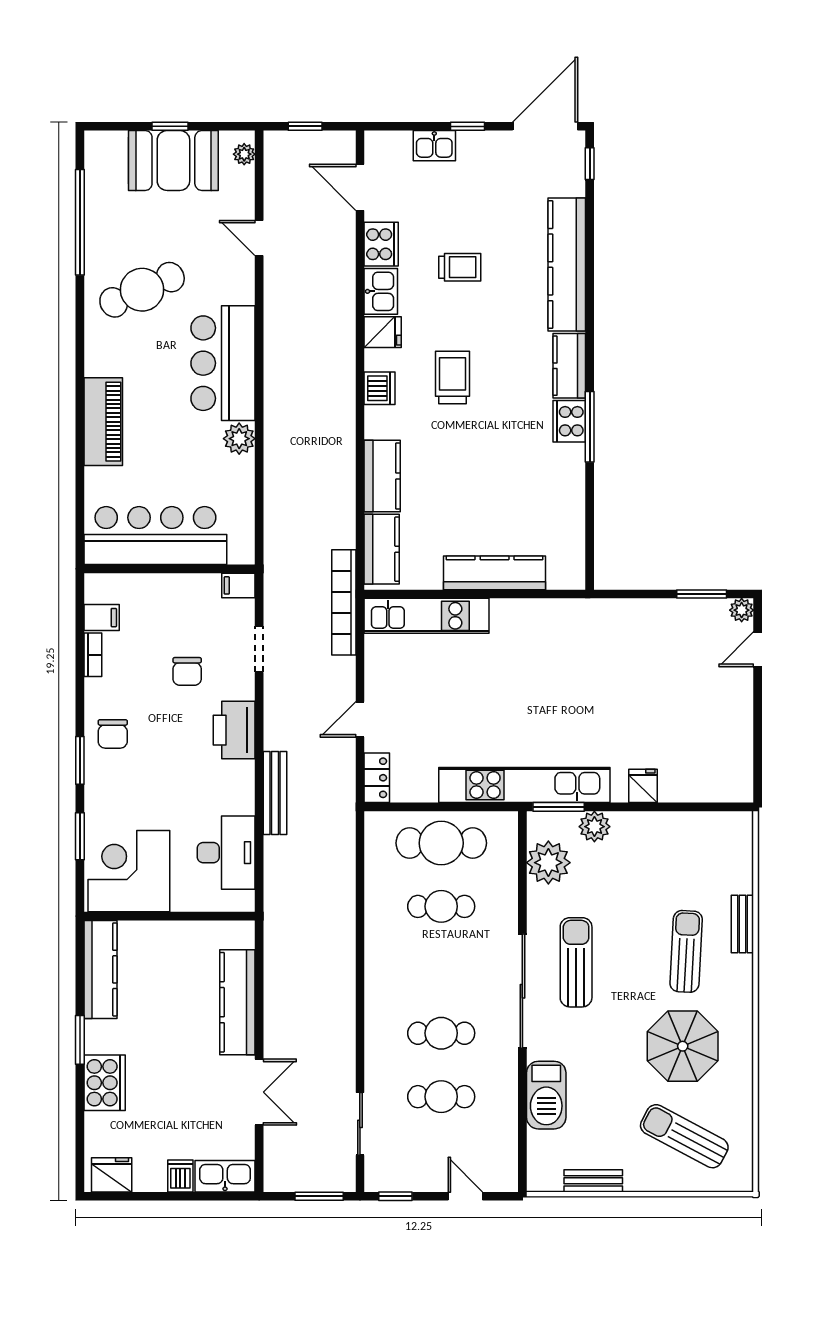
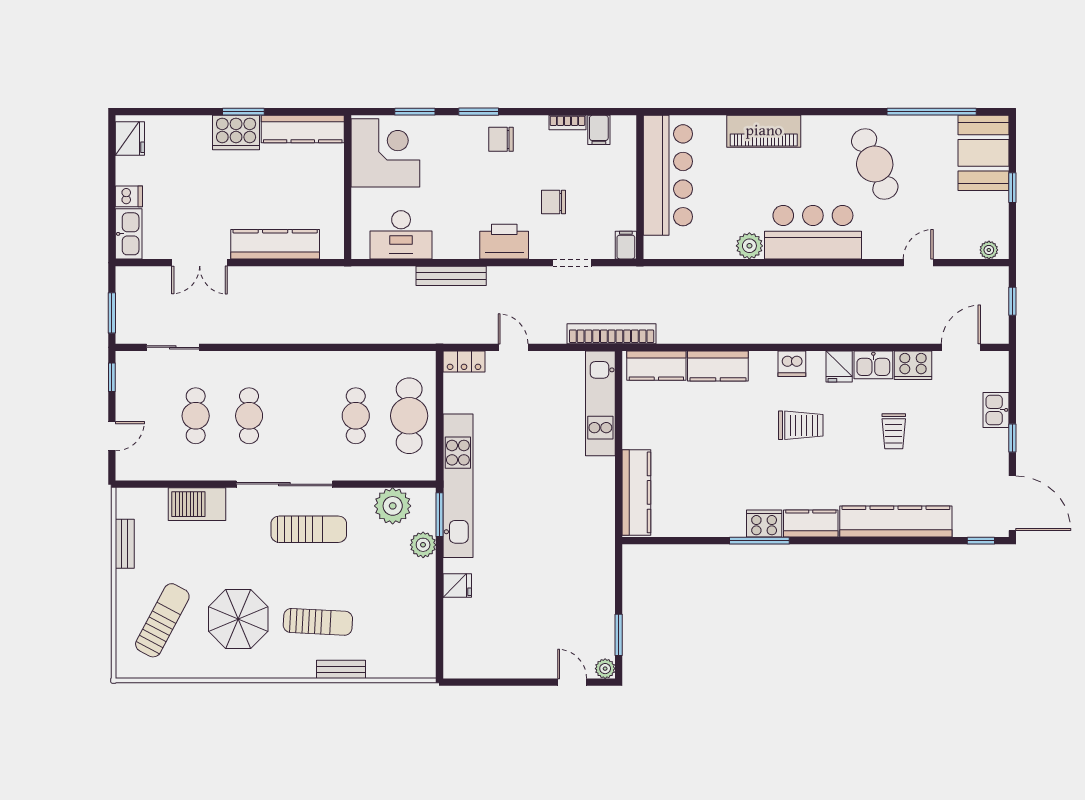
booth: (173, 160) -> (983, 153), moved
kitchen counter: (495, 573) -> (636, 492), moved
cooker: (105, 1083) -> (236, 133), moved

